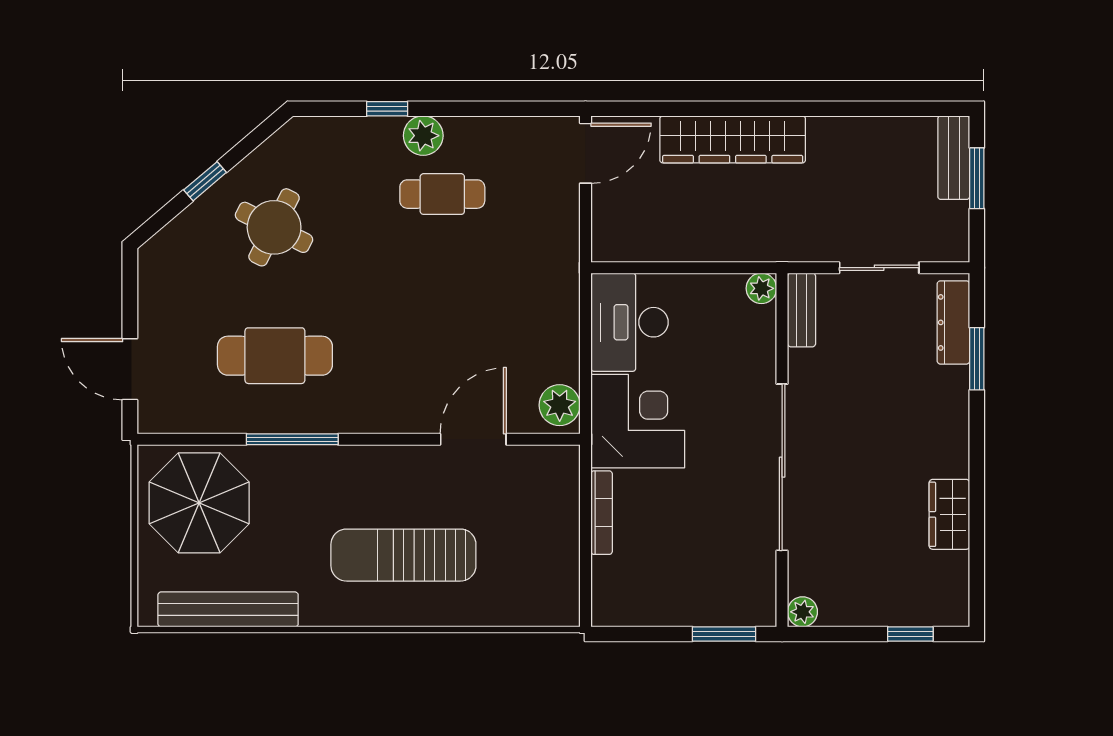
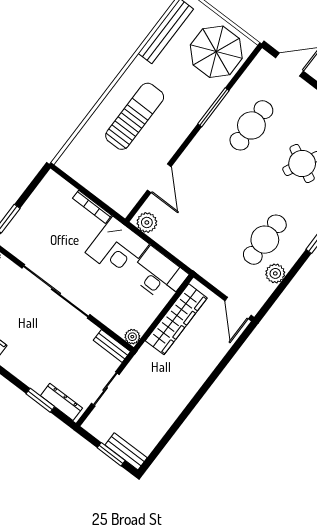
plant: (423, 136) -> (275, 273), moved
wardrobe: (733, 139) -> (176, 319), moved, turned 180
cafe table: (442, 194) -> (265, 240), width x1.37, depth x1.35

